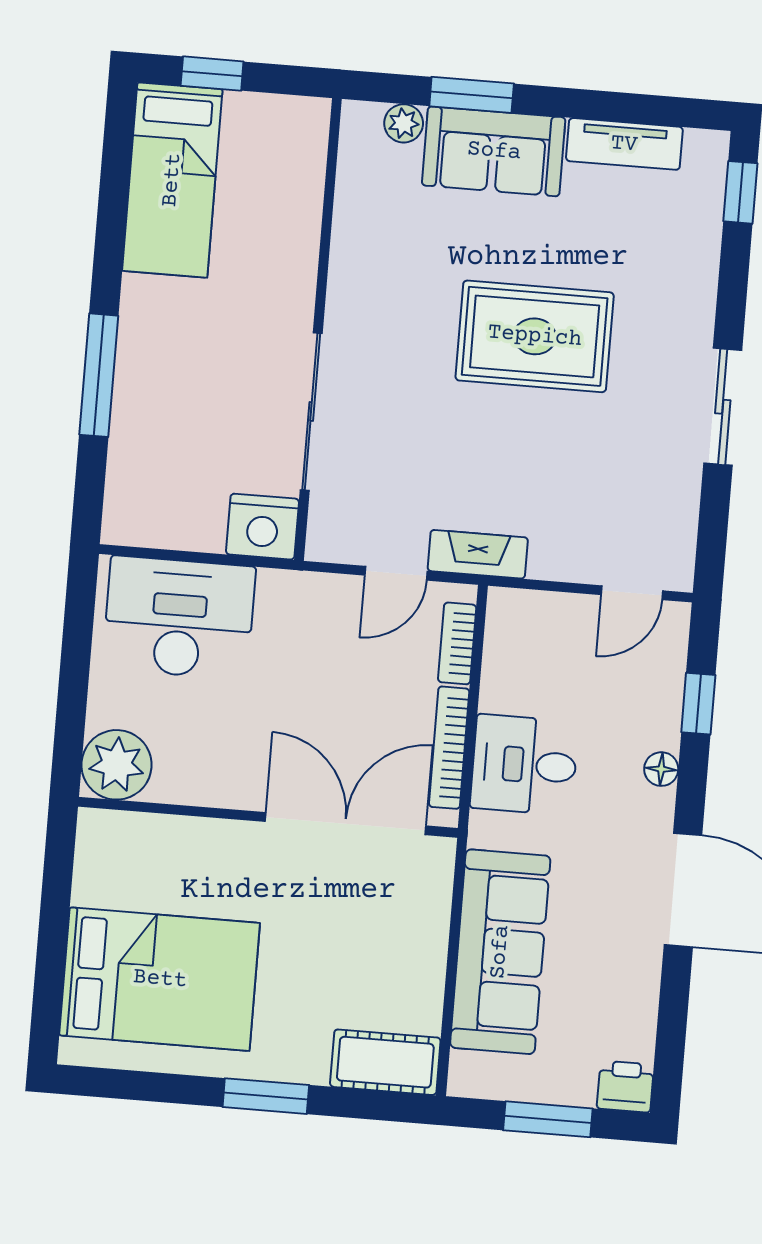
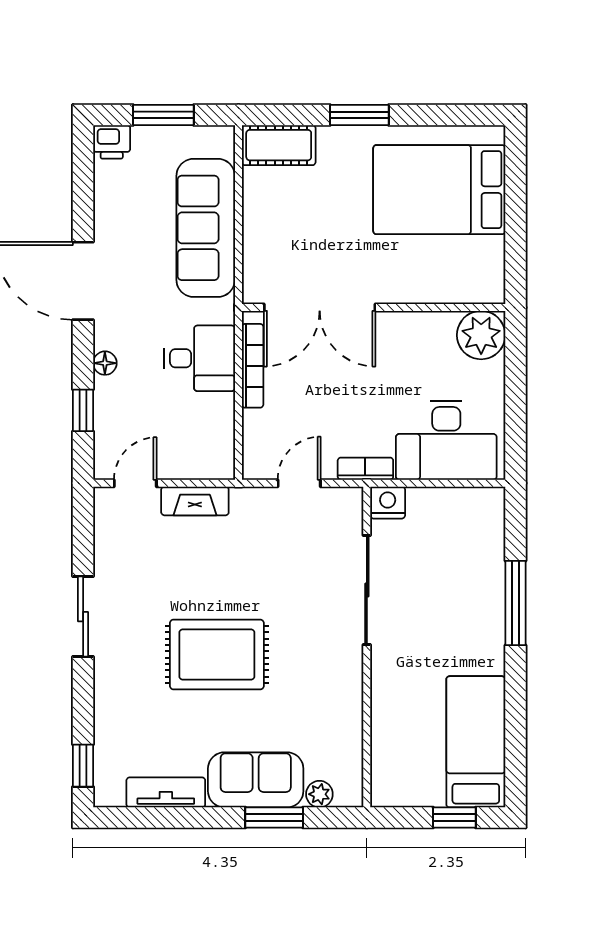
nightstand: (262, 527) -> (388, 503), width x0.74, depth x0.75
fireplace: (478, 554) -> (195, 501), moved
bookcase: (457, 643) -> (365, 469), moved, turned -90

